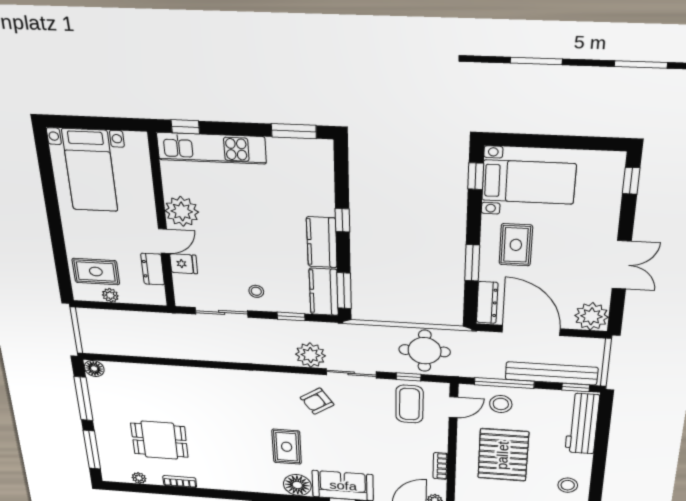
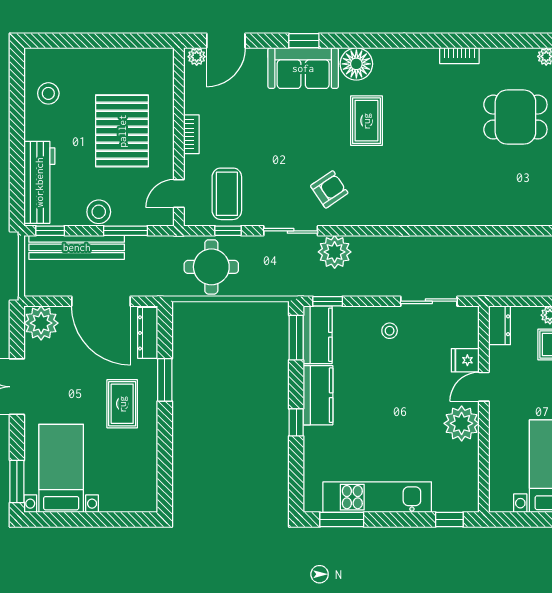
kitchen unit: (211, 148) -> (377, 497), moved
window: (476, 176) -> (165, 479), removed
window: (631, 181) -> (17, 482), width x1.50
bed with nightstands: (529, 182) -> (61, 468), moved, turned 90
dresser: (153, 269) -> (500, 325), moved
window: (291, 316) -> (328, 301), moved
window: (504, 383) -> (125, 231), width x0.69
stool: (501, 404) -> (99, 212), moved
bookcase: (440, 466) -> (191, 134), moved
bookcase: (180, 482) -> (459, 56), moved

